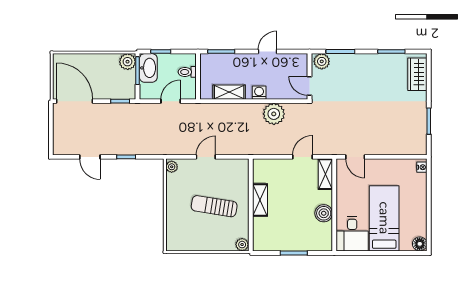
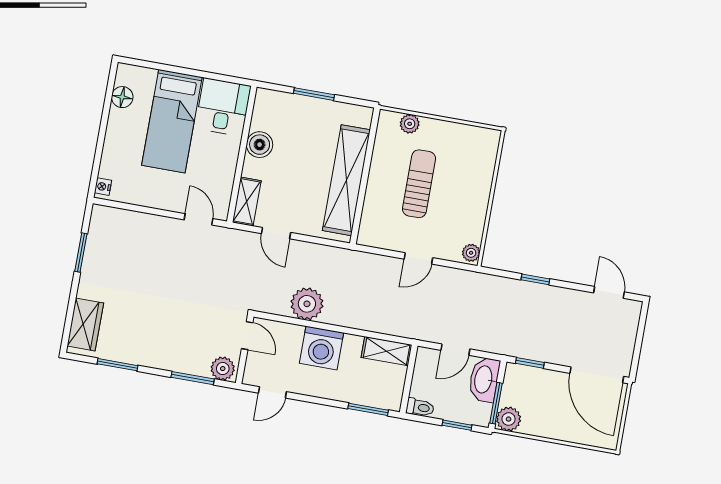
door: (267, 52) -> (272, 392), moved
washbasin: (148, 68) -> (484, 380), moved
toilet: (187, 72) -> (420, 407), moved
shelving: (229, 92) -> (387, 351), moved
washing machine: (259, 93) -> (322, 348), width x1.89, depth x1.89
door: (90, 157) -> (609, 292), moved
door: (303, 157) -> (276, 233), hinge flipped
shelving: (260, 200) -> (346, 180), width x2.20, depth x1.33
sun lounger: (214, 206) -> (419, 184), turned -99
floor lamp: (420, 244) -> (122, 97), moved
plant: (242, 245) -> (410, 124), moved

